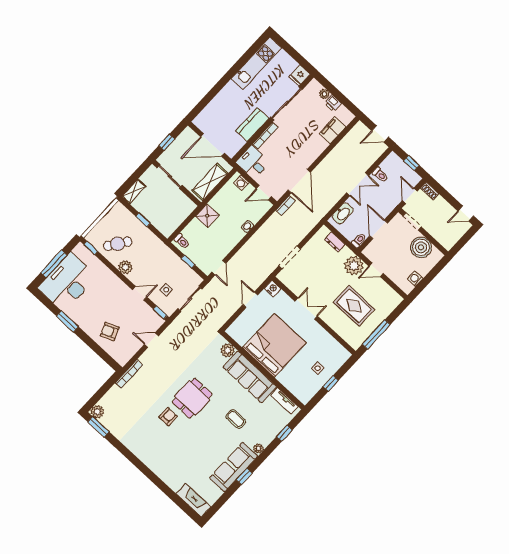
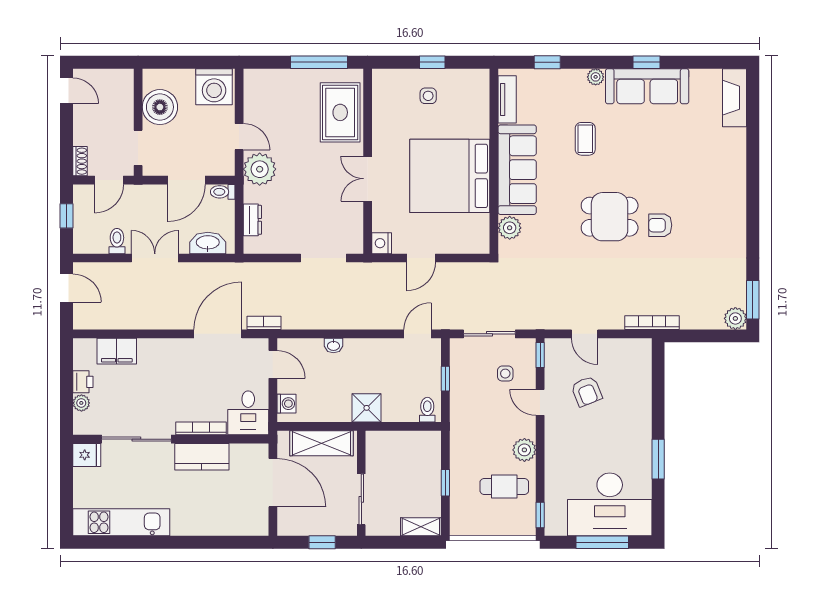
cafe table: (118, 244) -> (504, 486), turned -35
washing machine: (415, 279) -> (214, 87), width x1.89, depth x1.89
rug: (354, 306) -> (340, 112), moved
armchair: (110, 331) -> (587, 391), moved

